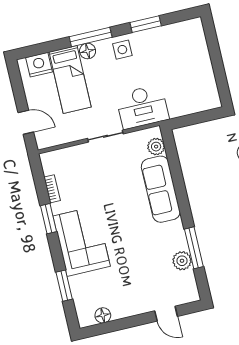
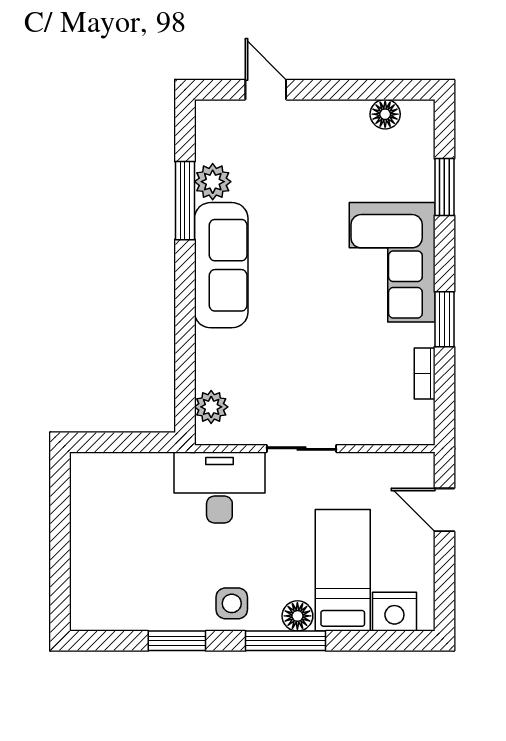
sofa: (161, 189) -> (221, 265), moved

